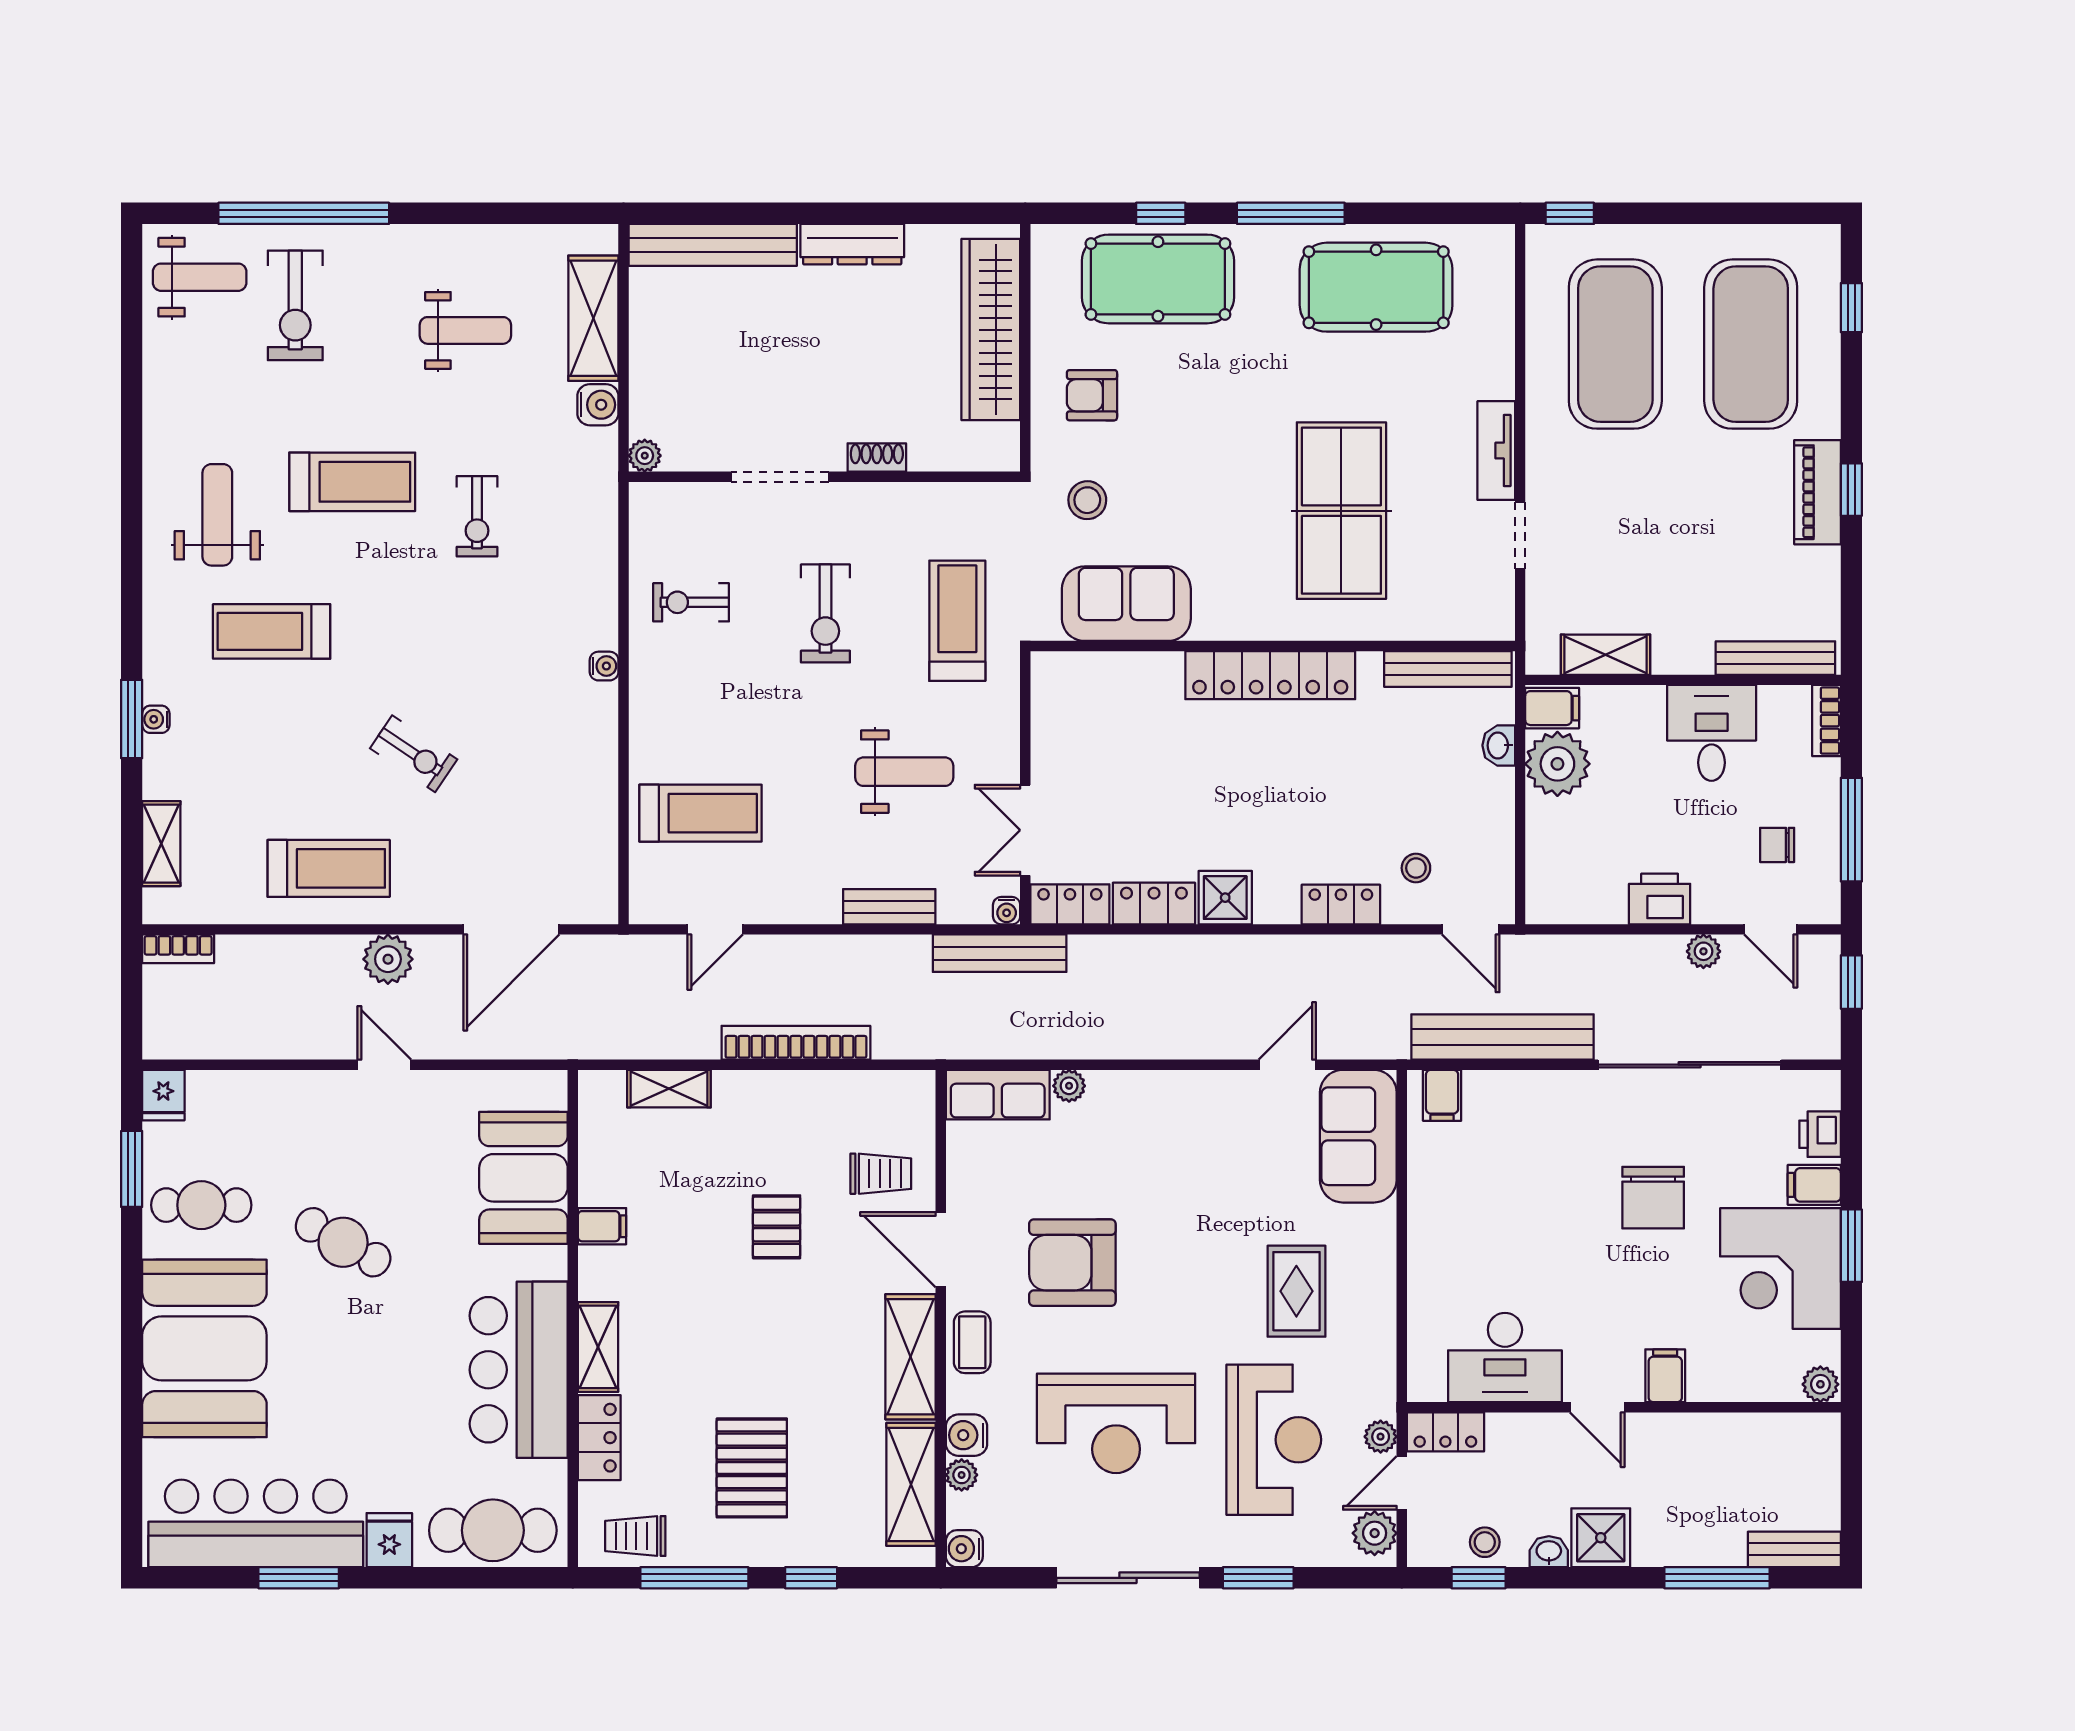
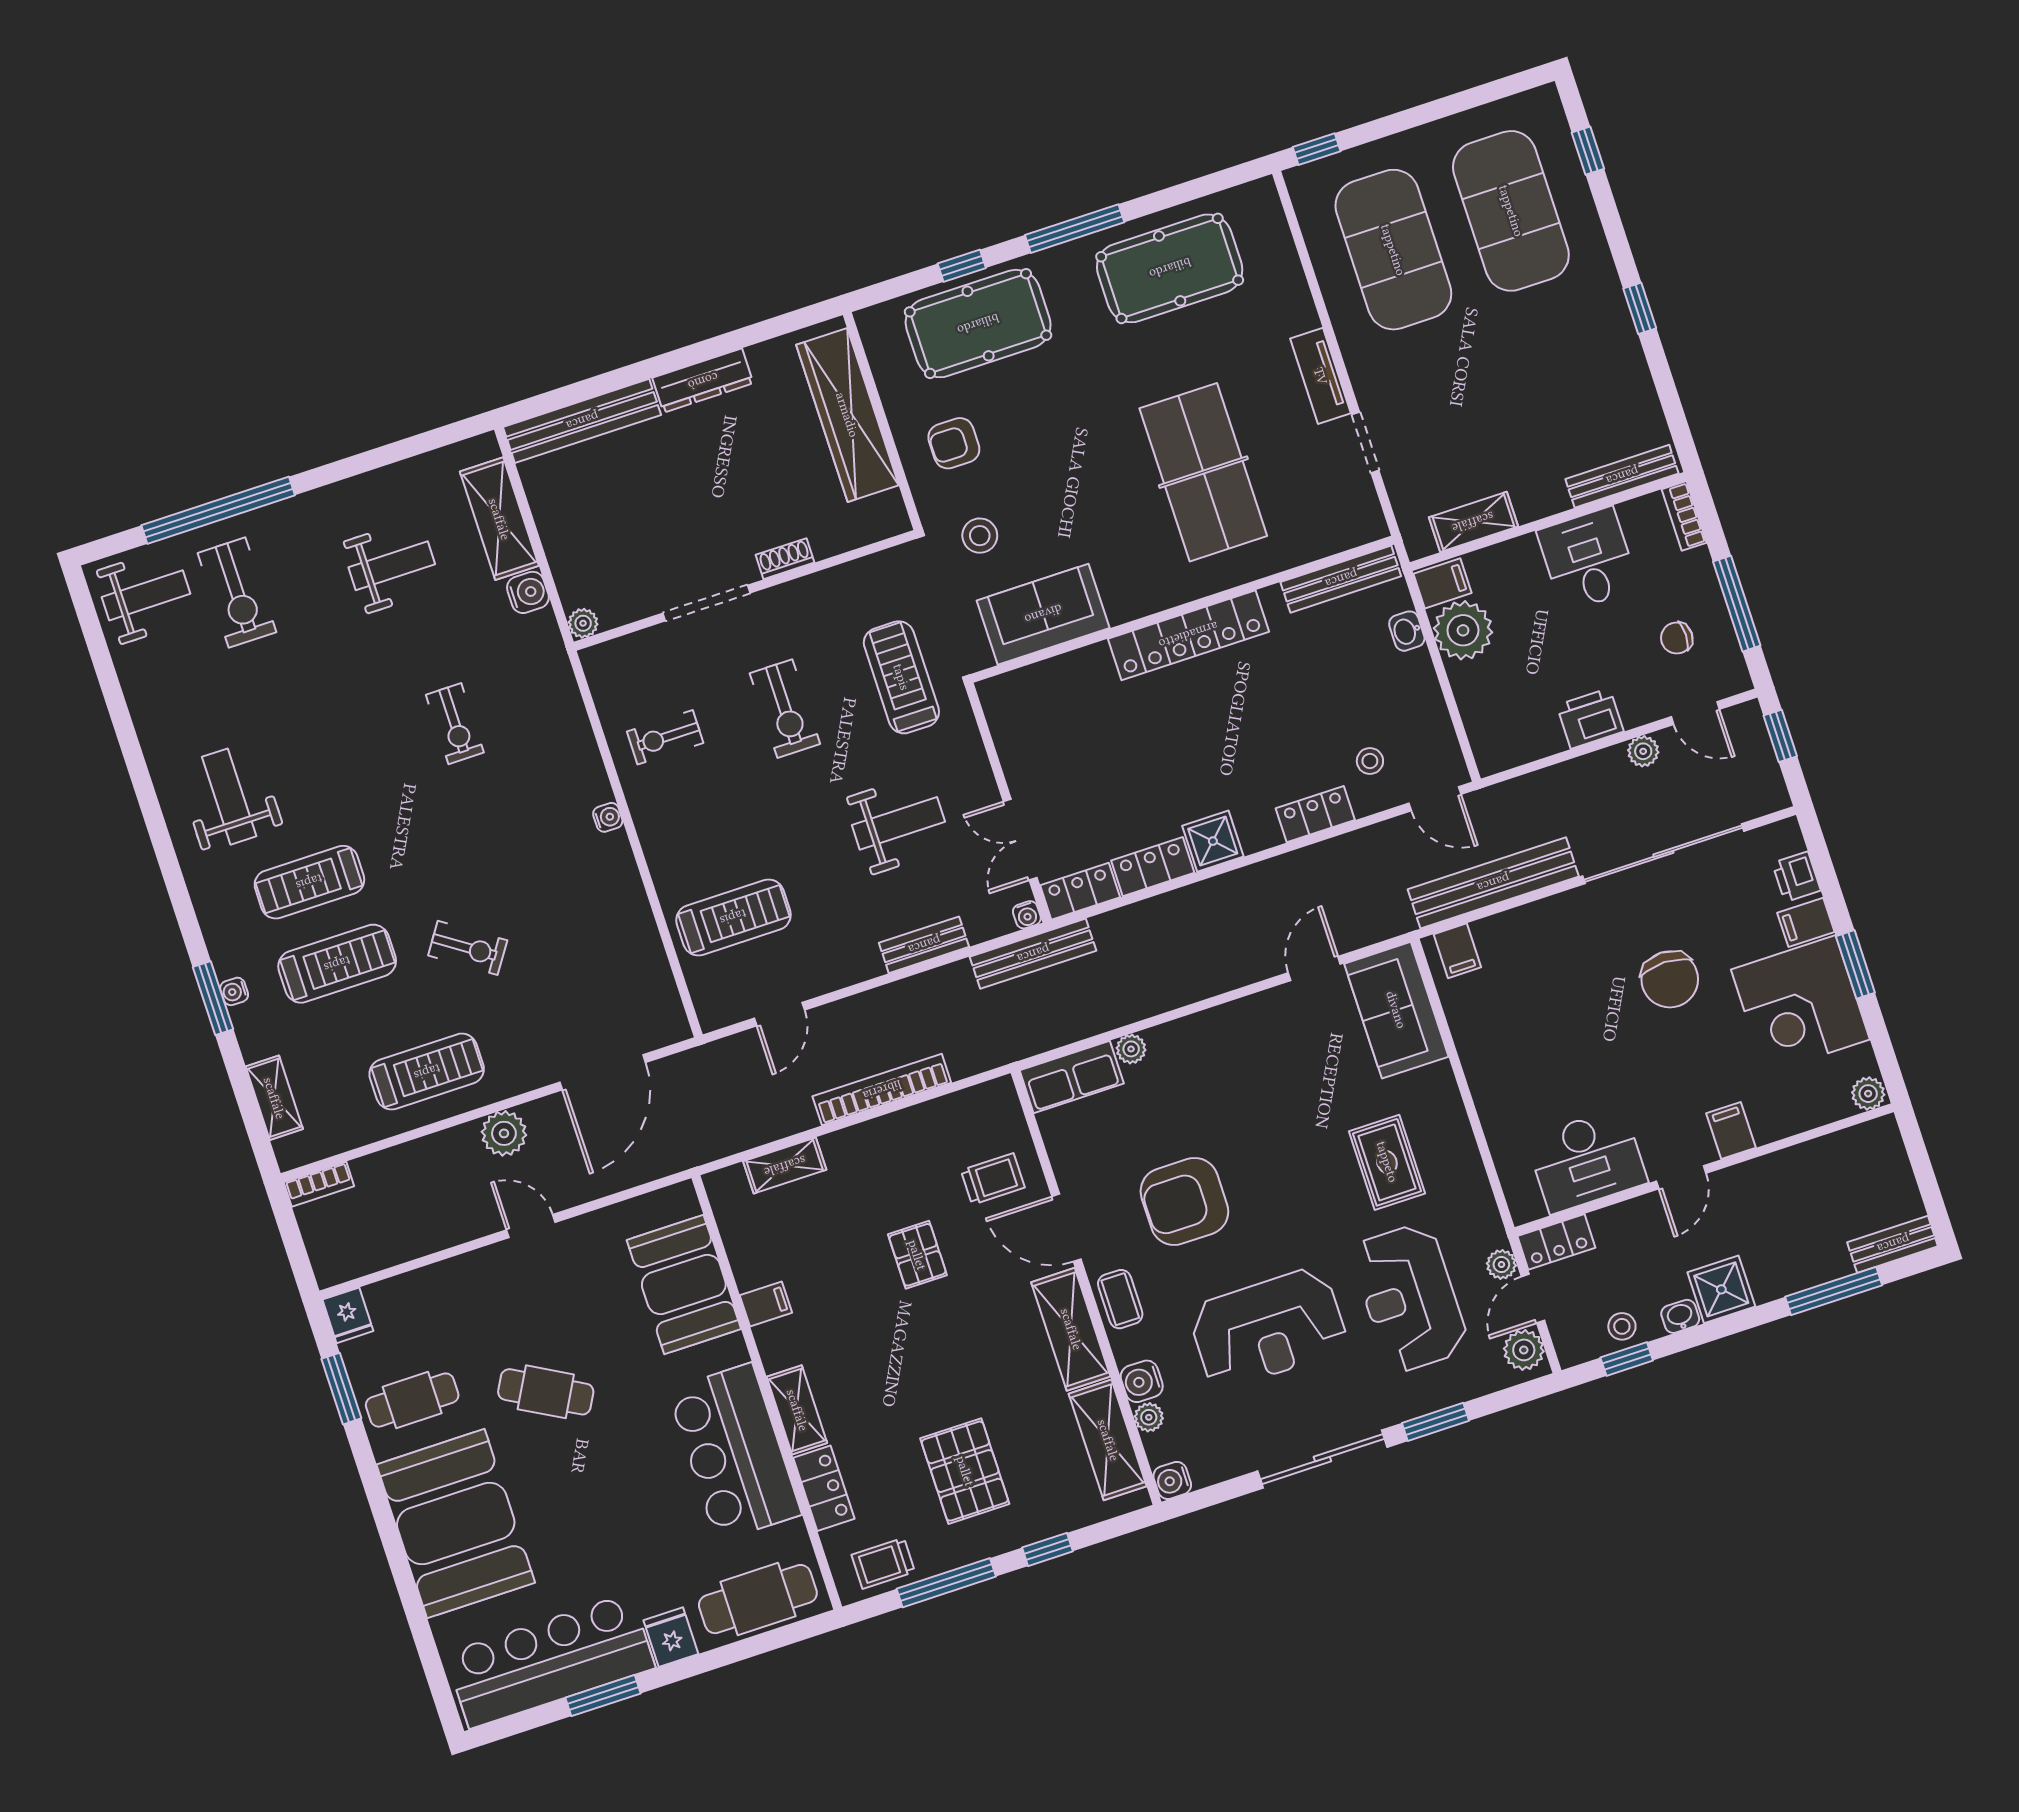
treadmill: (352, 482) -> (337, 964), moved
piano: (1817, 492) -> (1611, 320), removed
door: (1597, 1407) -> (1681, 1177), hinge flipped
reception desk: (1274, 1440) -> (1410, 1298), turned 180

